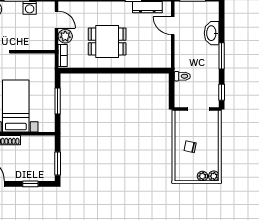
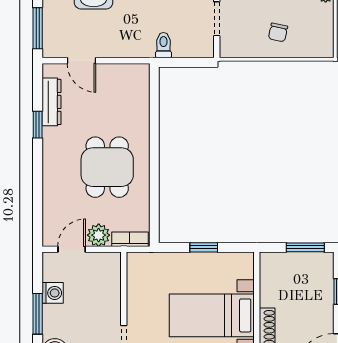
door: (173, 26) -> (81, 61), hinge flipped
window: (58, 101) -> (204, 247), width x0.67
plant: (202, 176) -> (326, 12), removed

